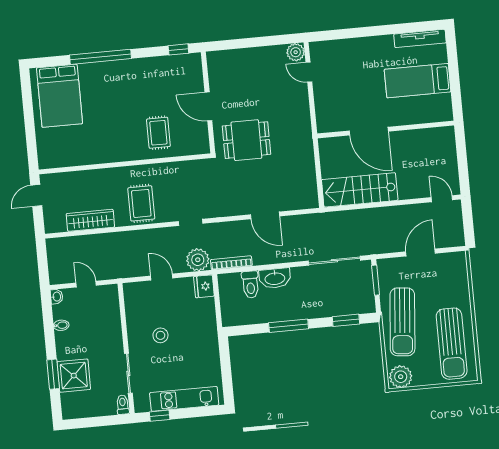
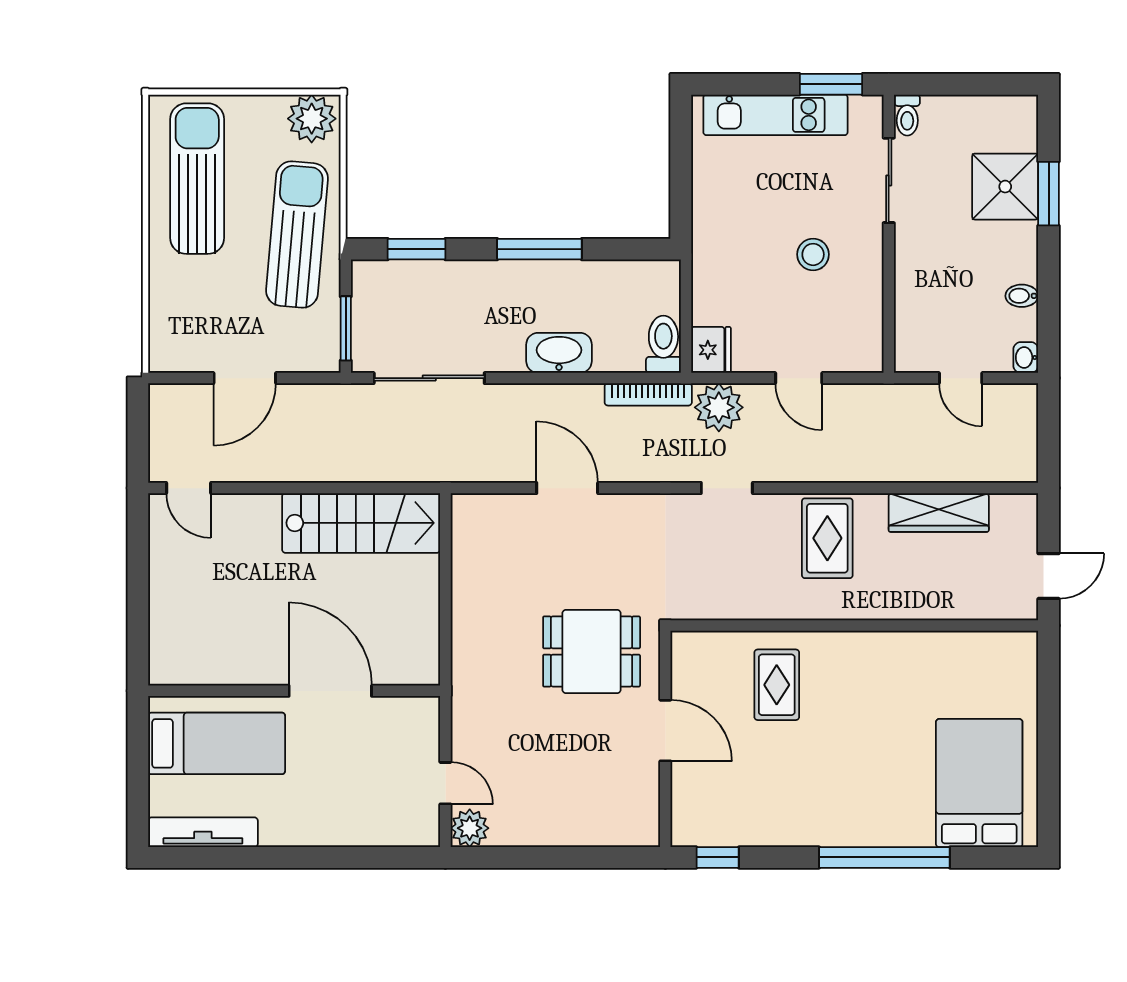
wall: (386, 129) -> (294, 691), moved
door: (369, 131) -> (330, 691), moved
toilet: (250, 285) -> (663, 344), moved
window: (160, 416) -> (831, 84), width x1.50

